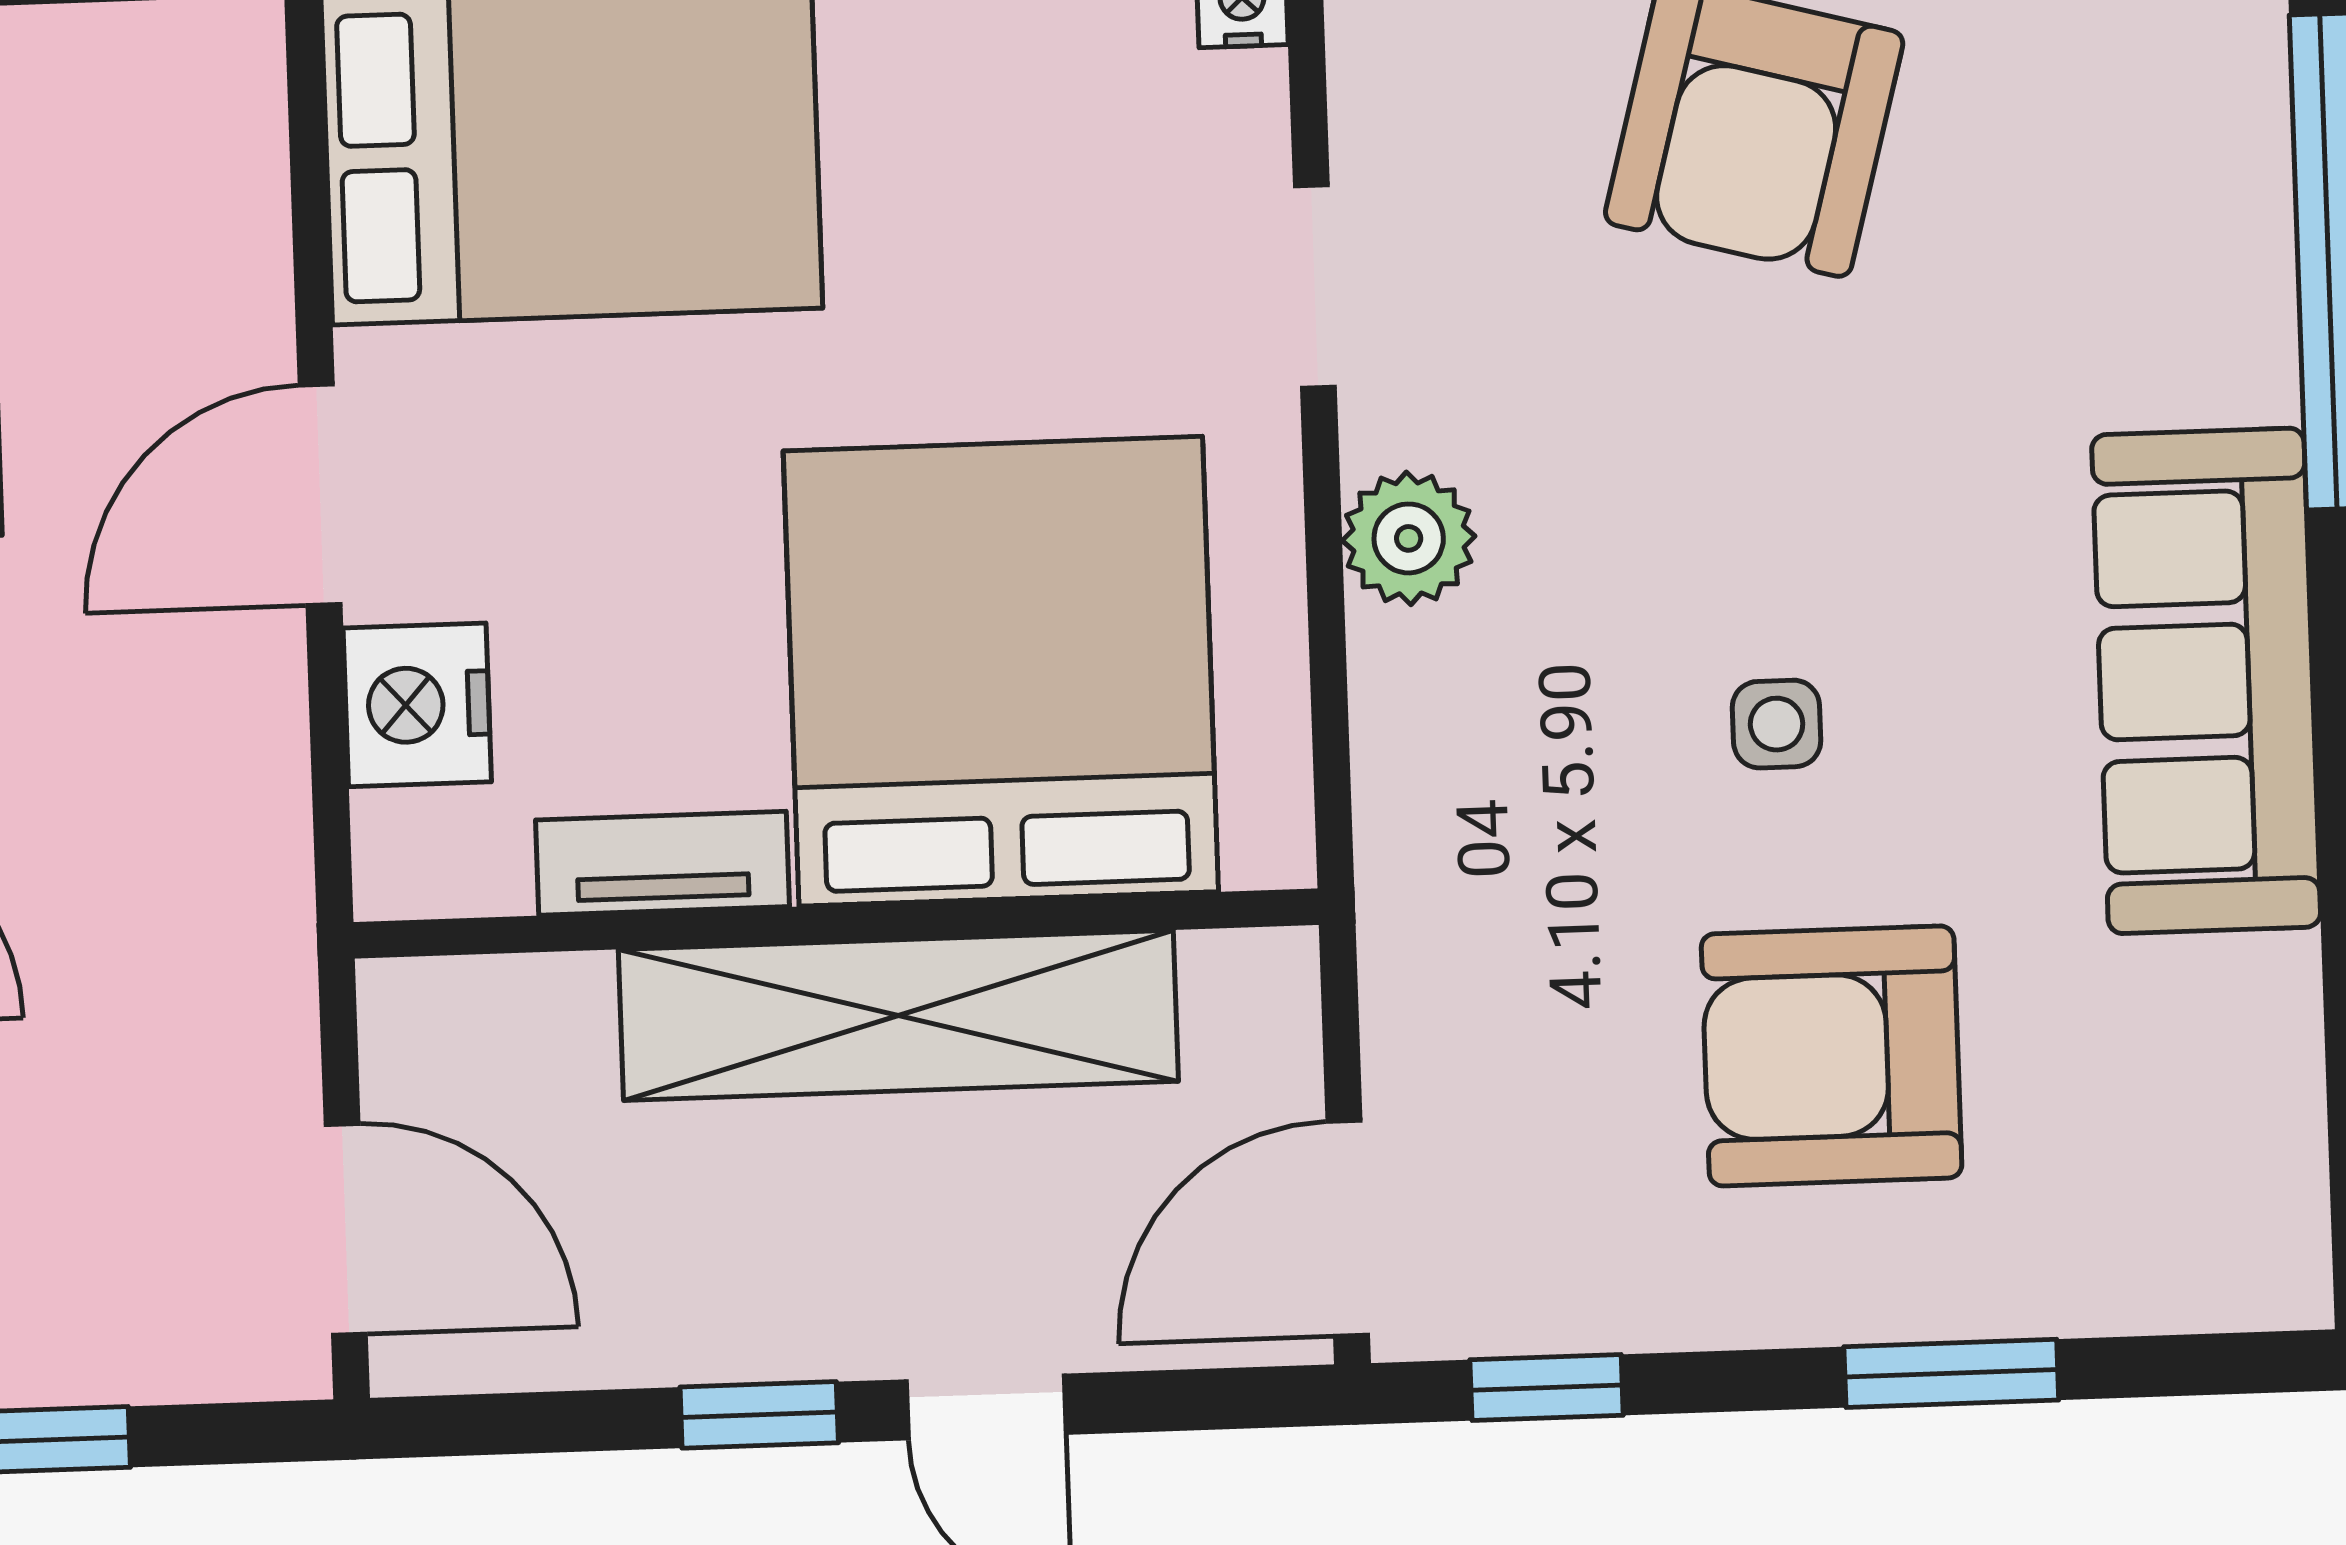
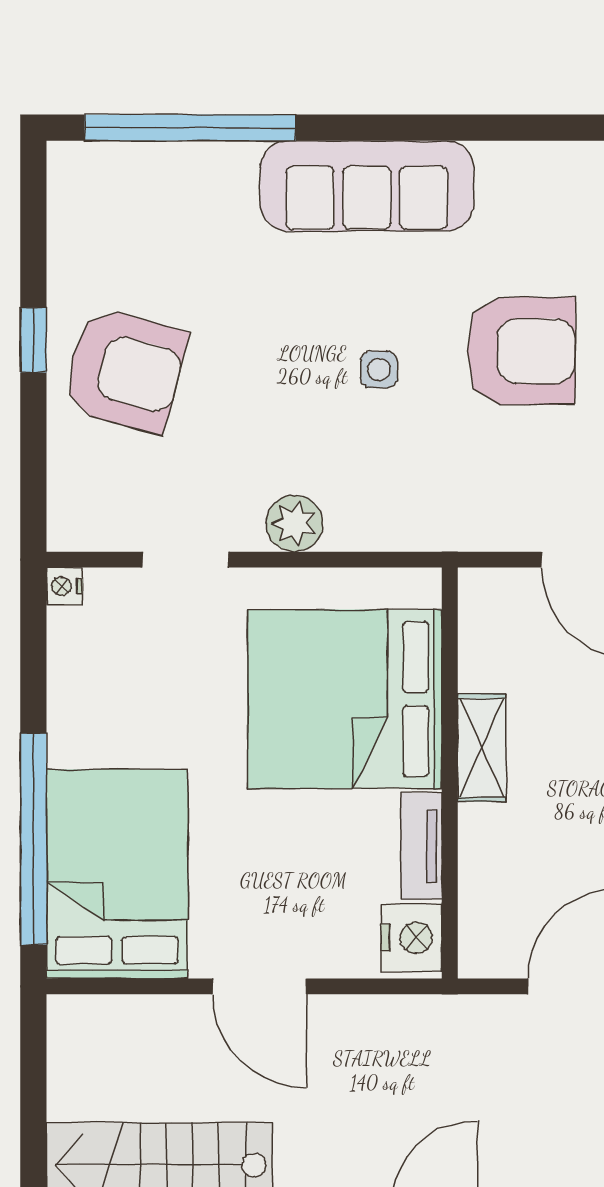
nightstand: (417, 705) -> (412, 938), moved, turned -90
shelving: (898, 1015) -> (482, 748), width x0.45, depth x0.75
armchair: (1832, 1056) -> (521, 351), turned -90

